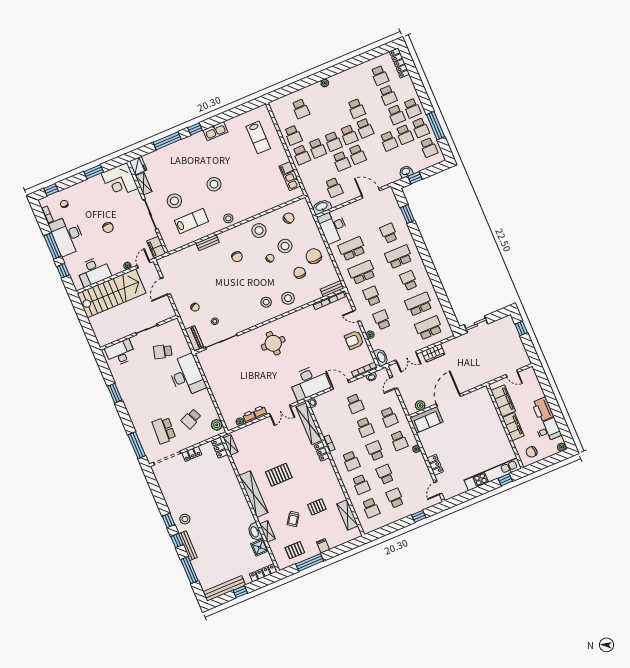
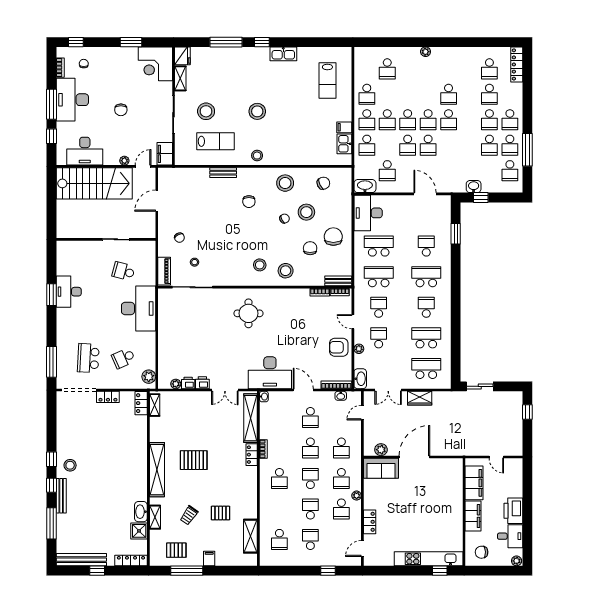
school desk: (389, 141) -> (367, 145), moved
desk: (120, 353) -> (69, 292), moved, turned -90
school desk: (361, 485) -> (341, 509), moved

